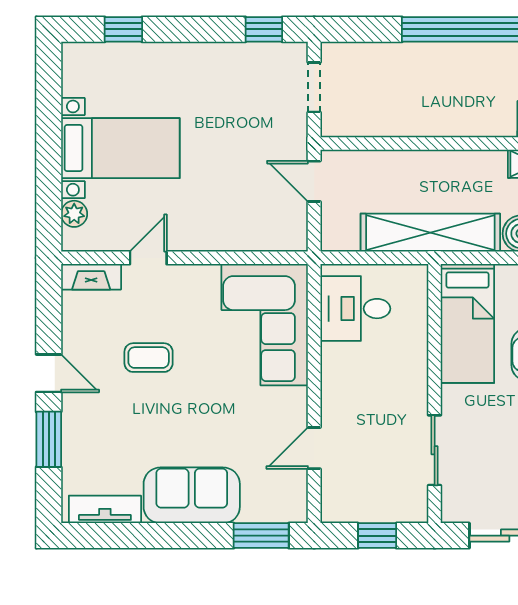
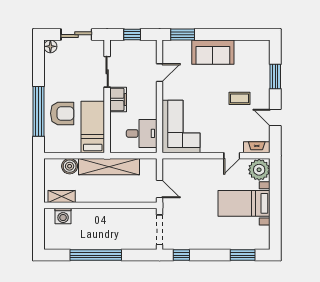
window: (123, 29) -> (243, 255), width x1.50
doorway: (314, 87) -> (160, 230), width x1.38
plant: (74, 214) -> (259, 170), width x1.88, depth x1.88
coffee table: (149, 358) -> (240, 98), moved
door: (49, 373) -> (275, 117), moved
filing cabinet: (409, 387) -> (118, 99), added
tv unit: (105, 509) -> (251, 46), removed

